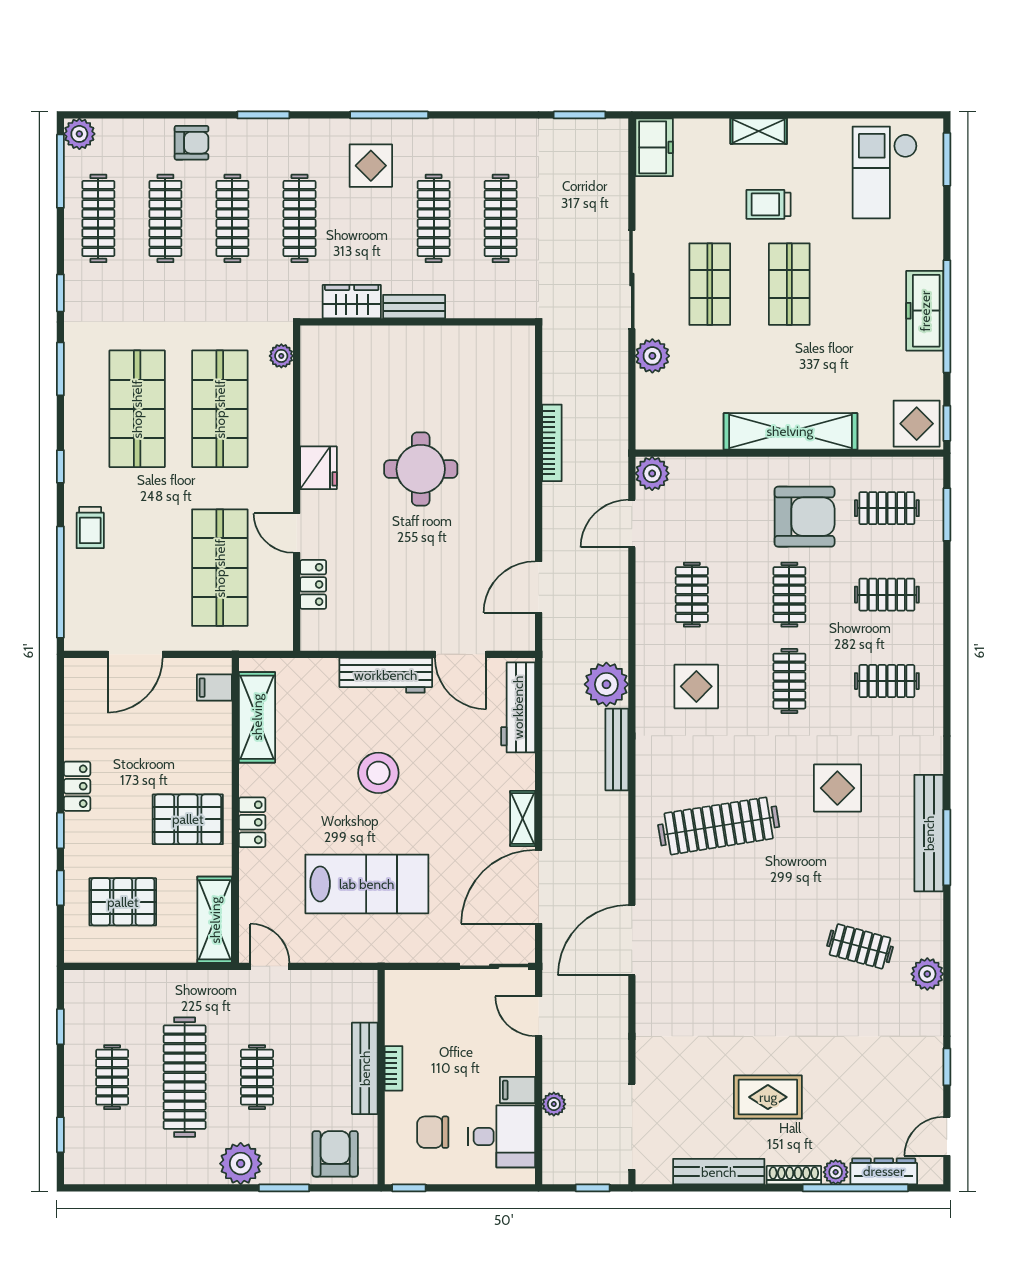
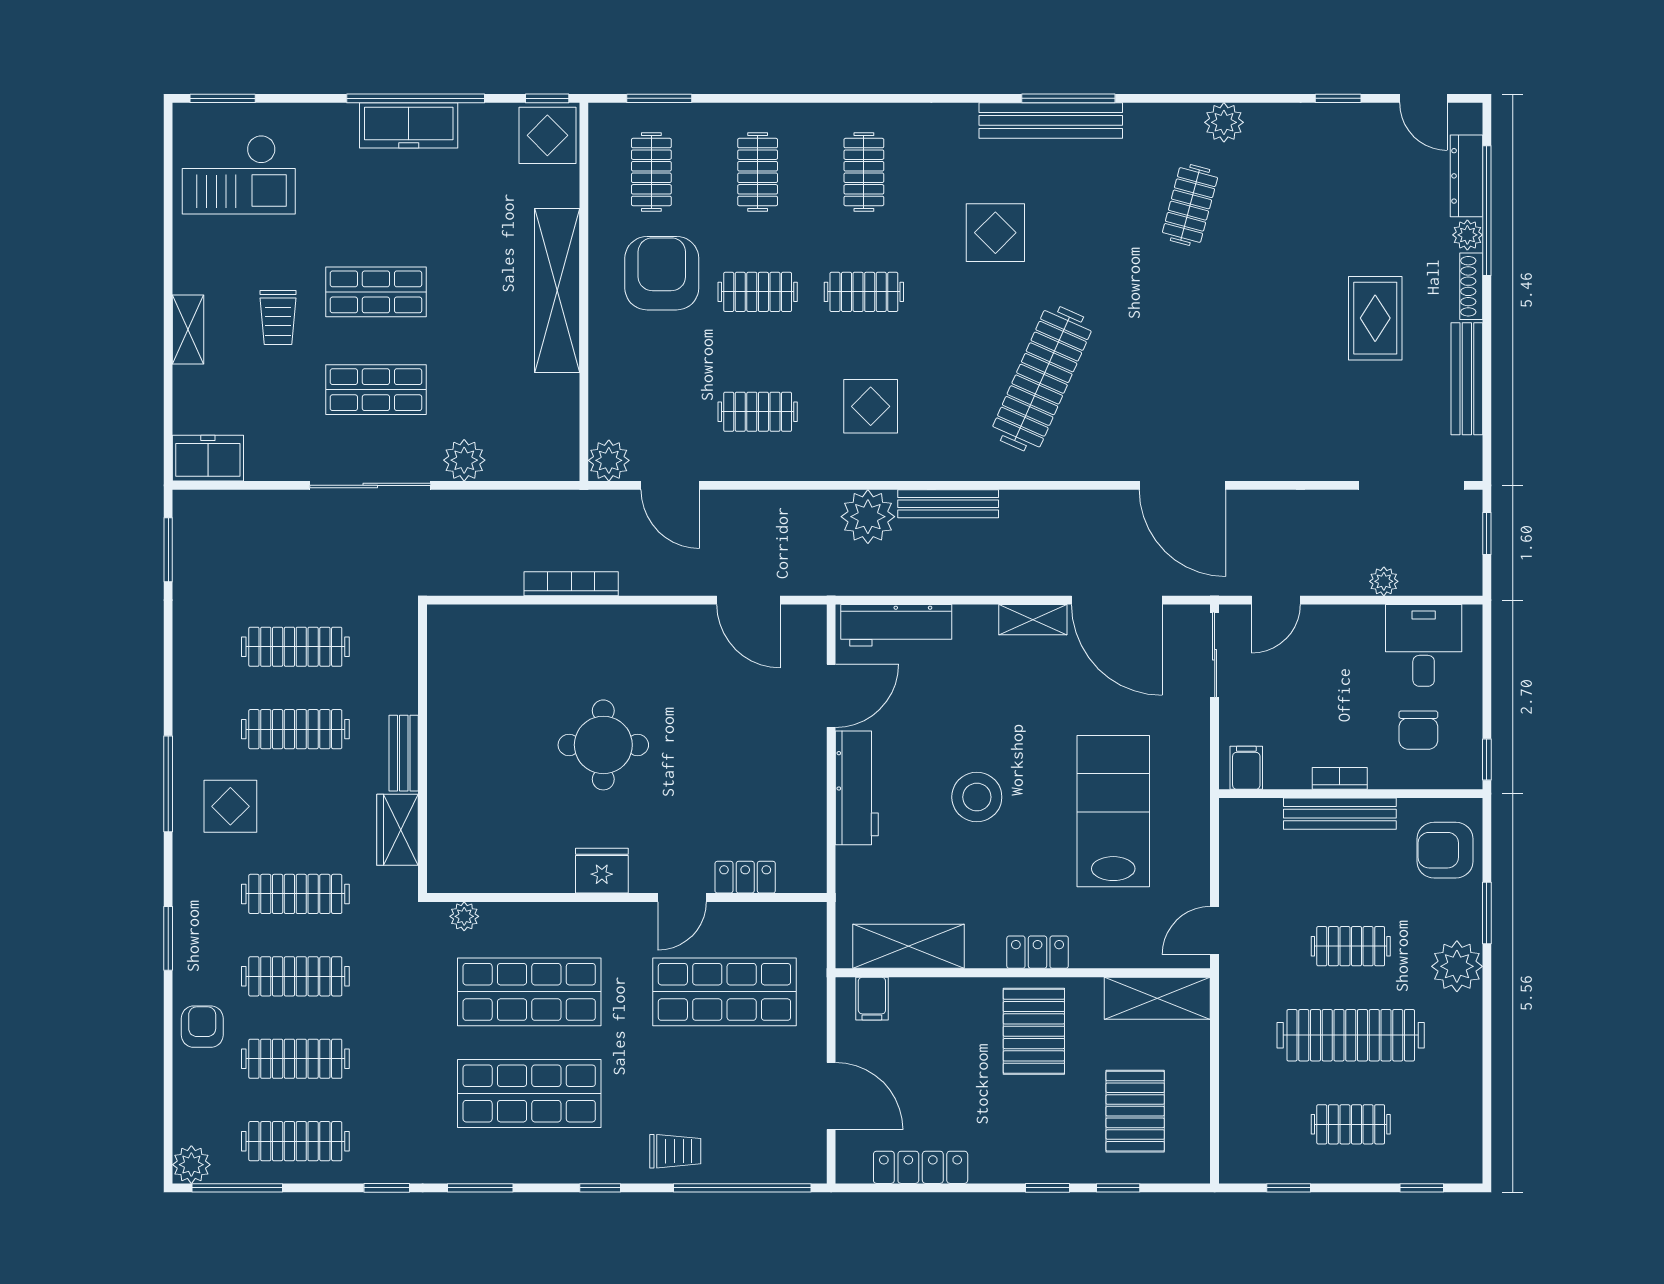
locker: (77, 786) -> (921, 1167), moved, width x1.53
clothes rail: (719, 826) -> (1042, 379), turned 33
filing cabinet: (518, 1090) -> (1246, 768), moved, turned 180

